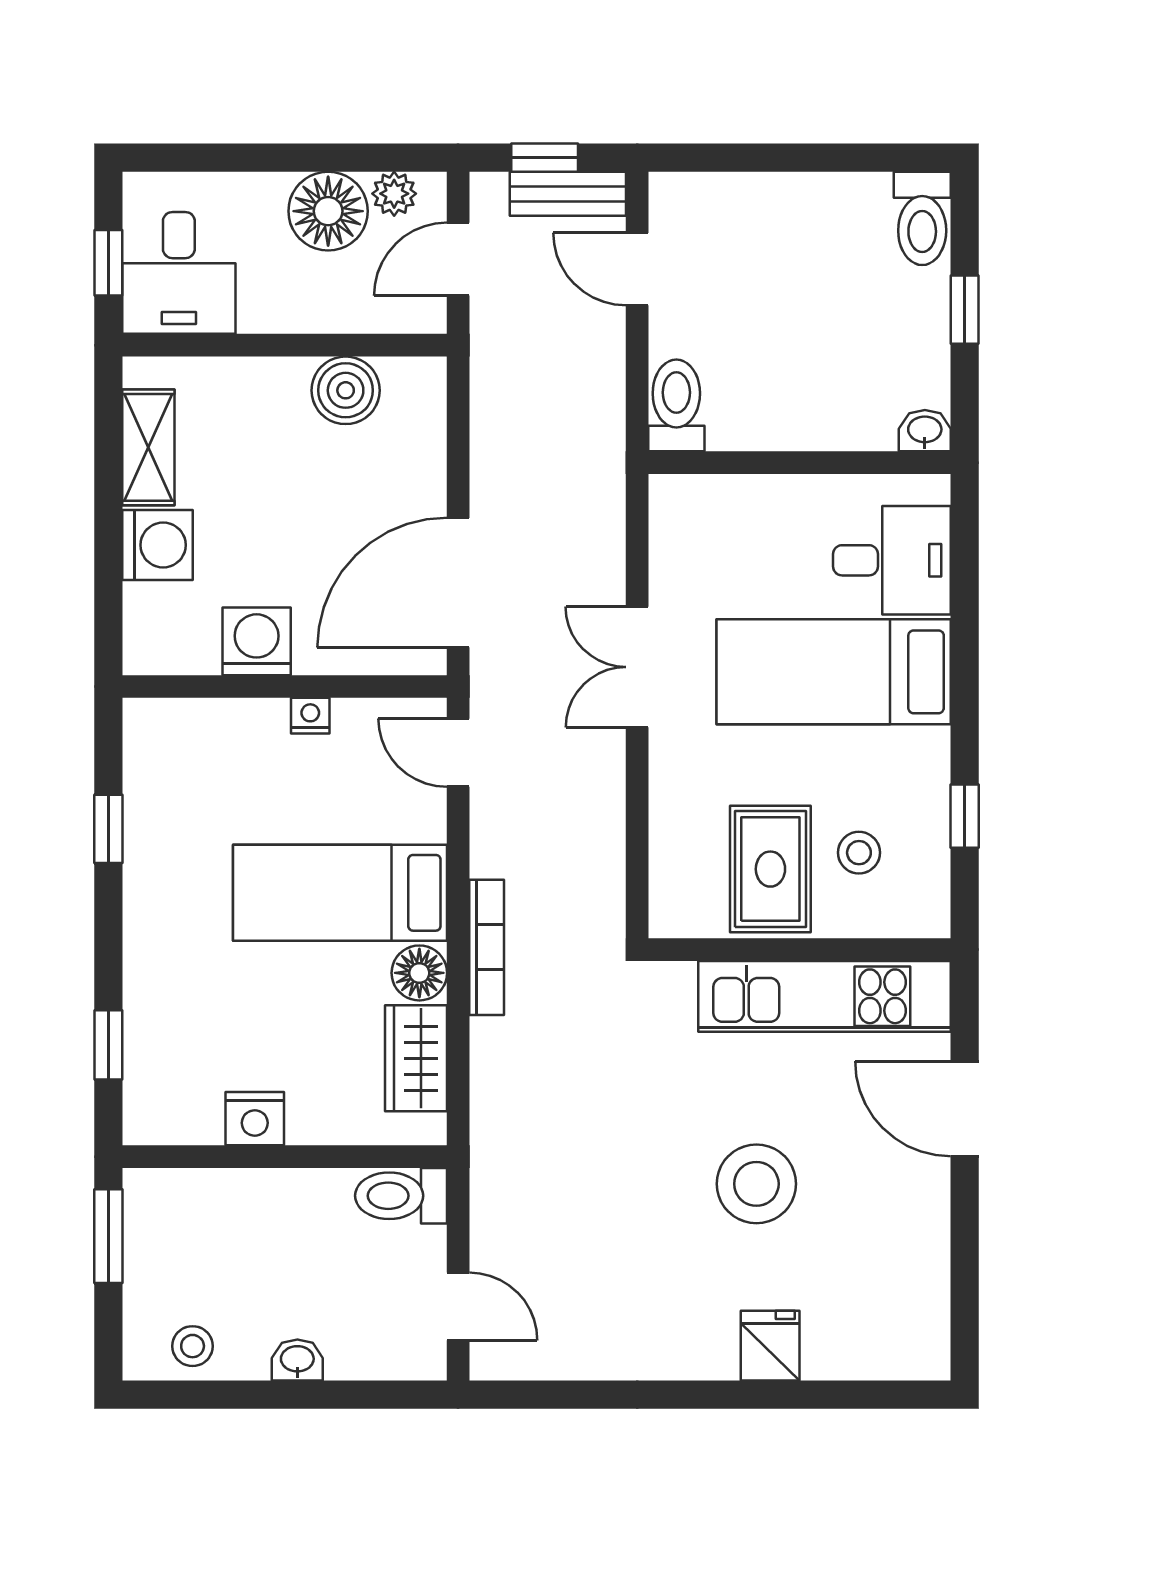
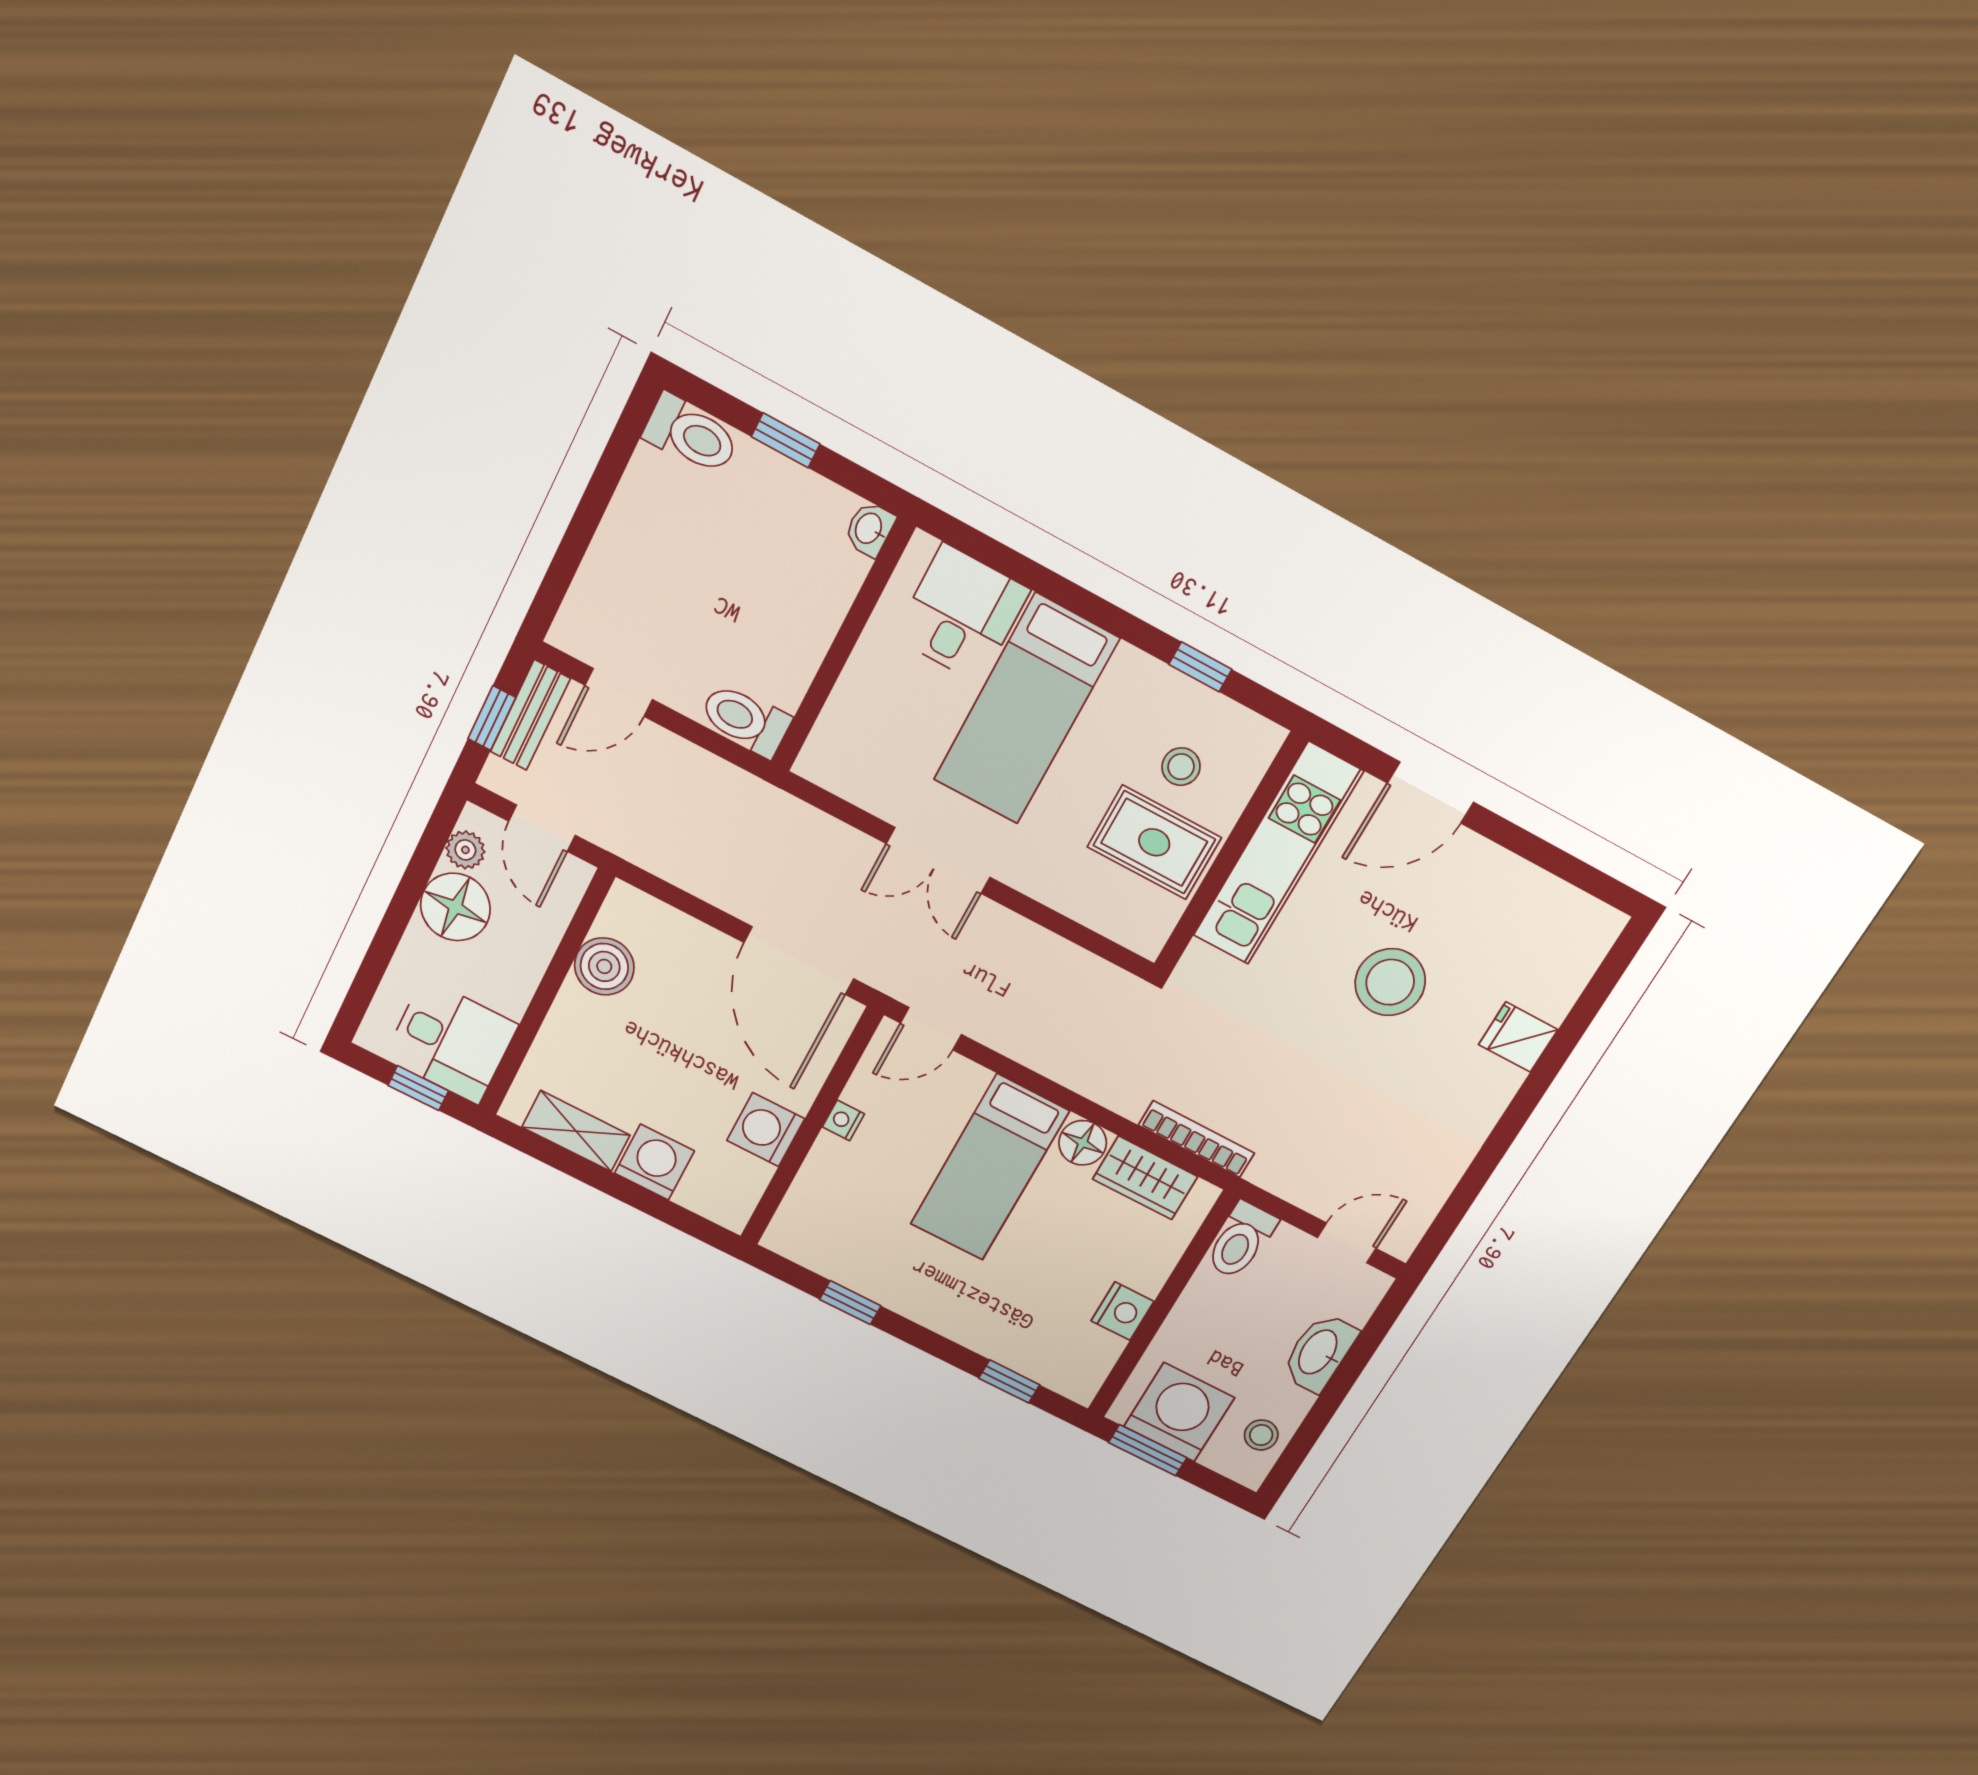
bookcase: (487, 947) -> (1197, 1139), moved
washing machine: (171, 1244) -> (1179, 1412), added
washbasin: (297, 1360) -> (1319, 1353), width x1.91, depth x1.45

